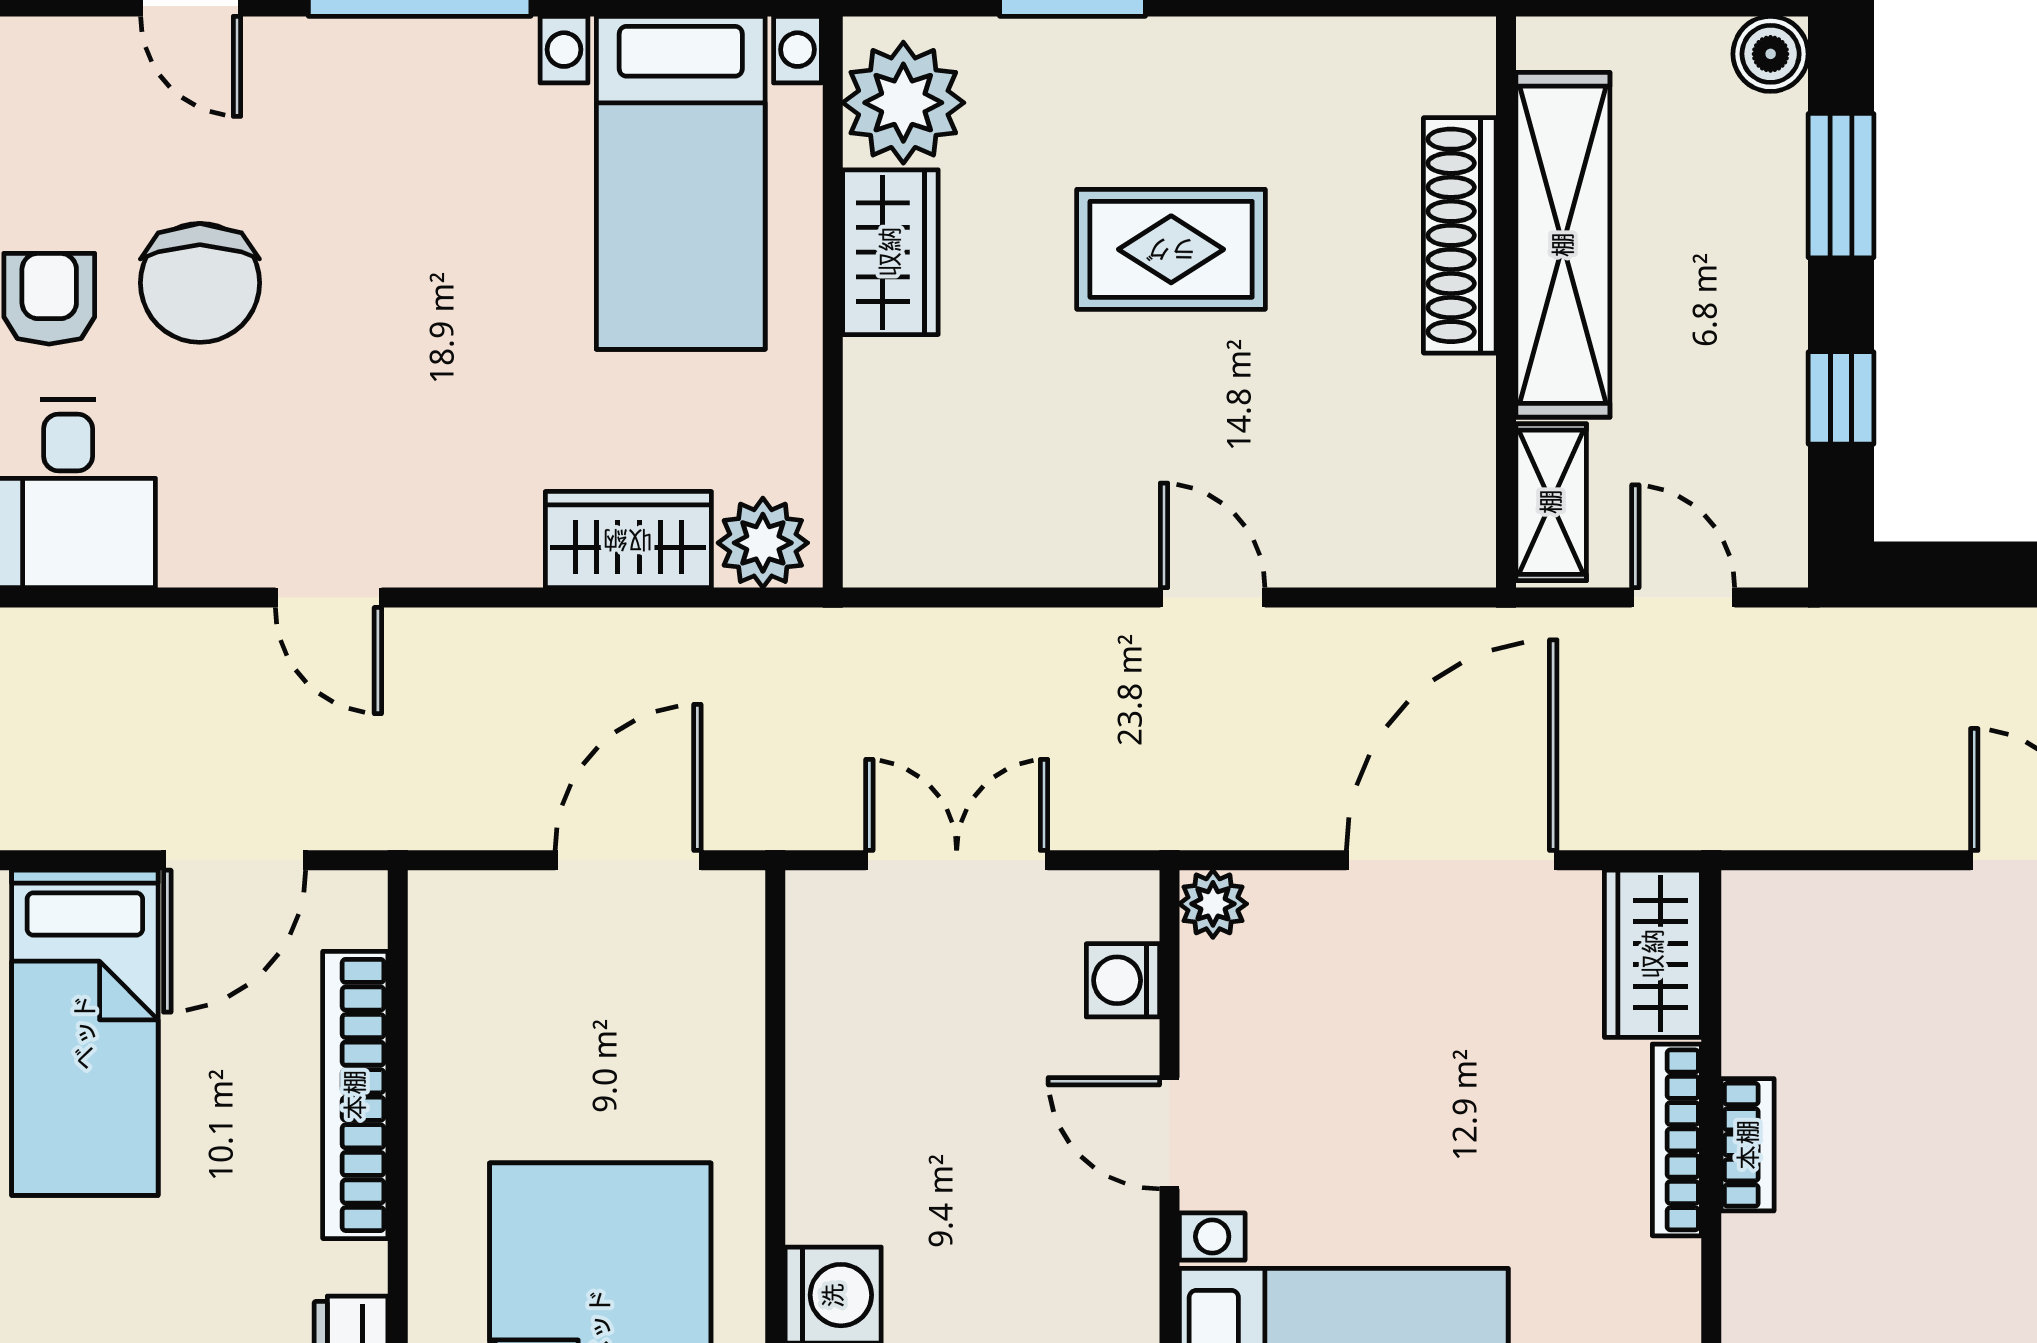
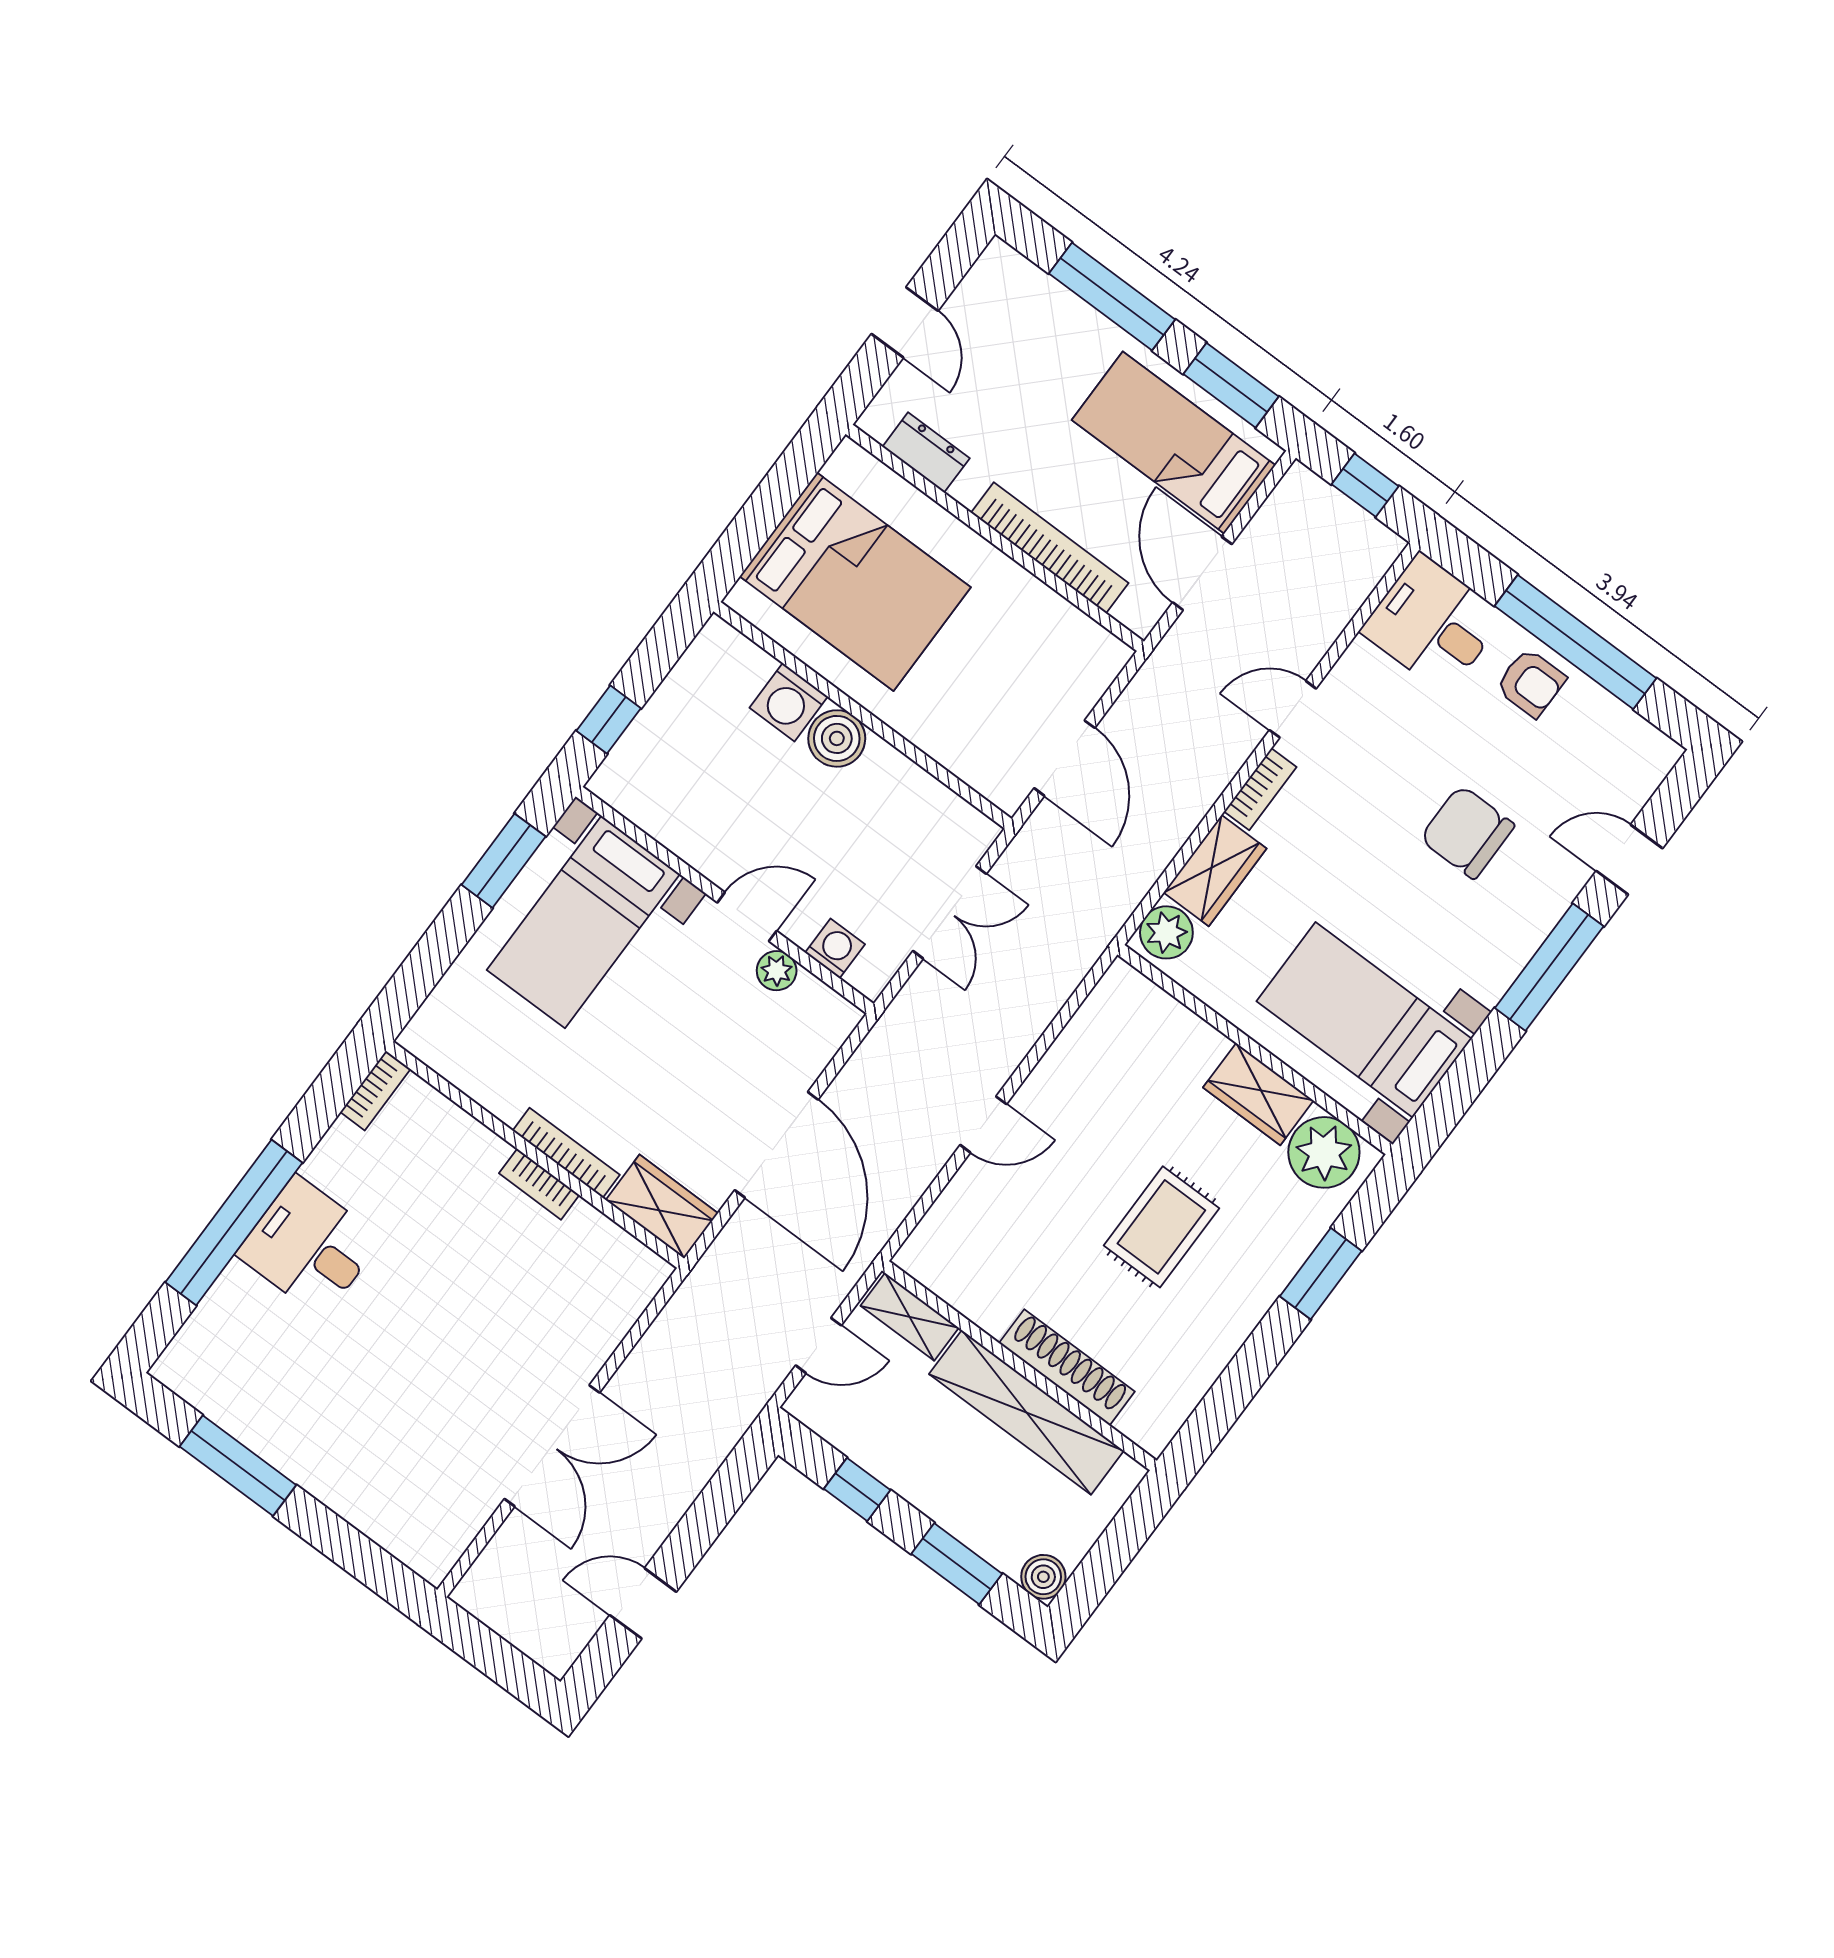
chair: (200, 283) -> (1467, 832), moved
bookcase: (471, 561) -> (1260, 789), added
plant: (1213, 904) -> (777, 971), moved
boiler: (834, 1192) -> (837, 738), added

